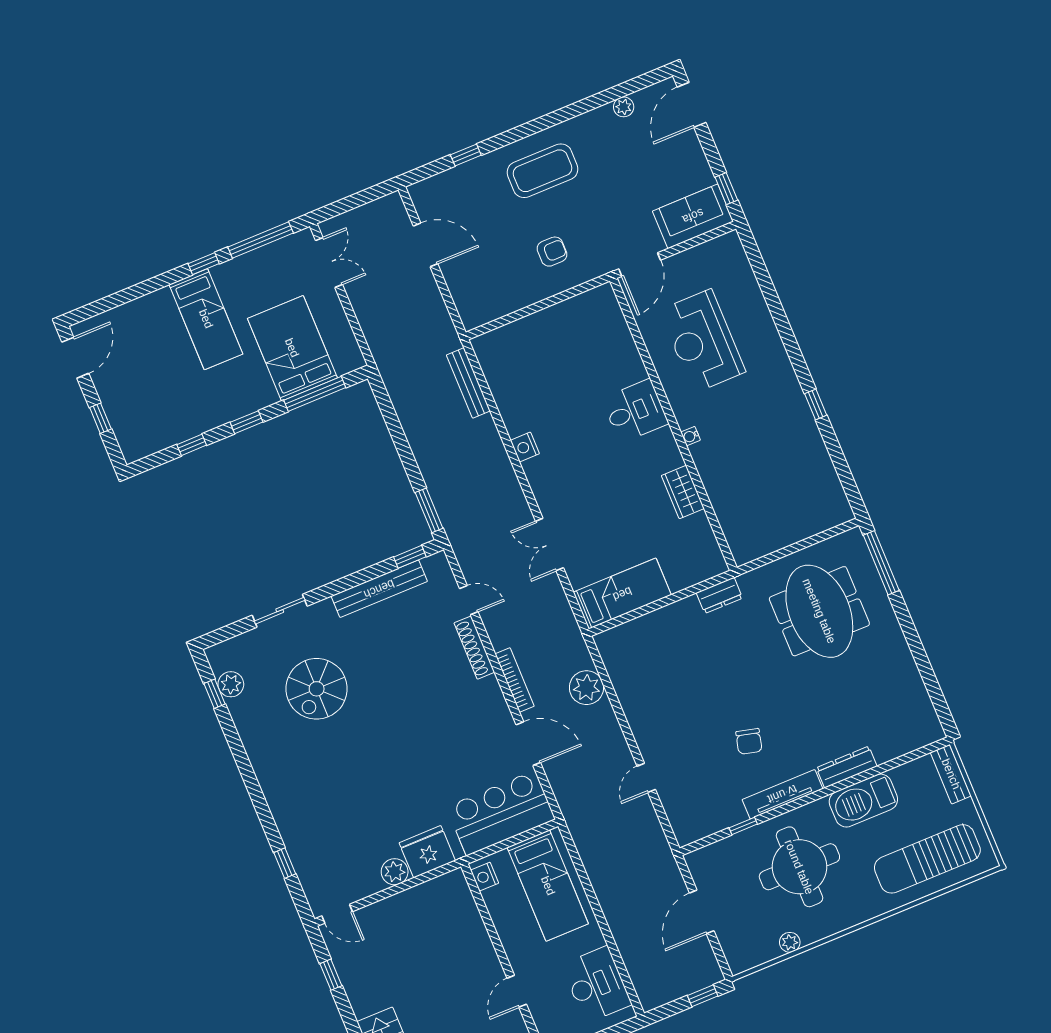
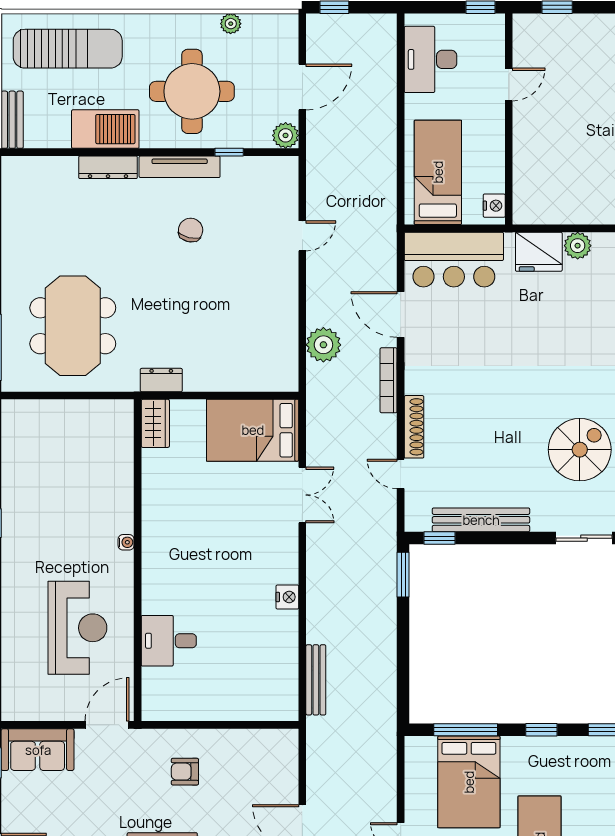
desk: (635, 411) -> (169, 641), moved
wardrobe: (683, 492) -> (155, 423), moved
bed: (622, 594) -> (253, 430), width x1.50
plant: (699, 862) -> (286, 135), added

